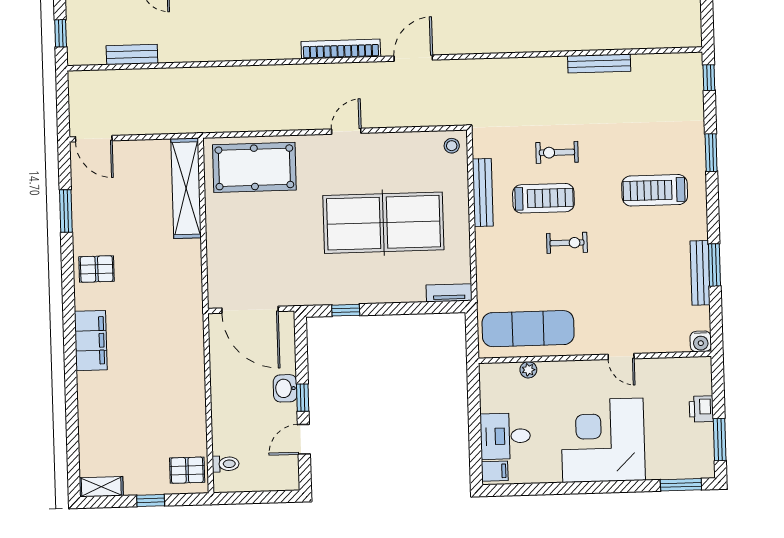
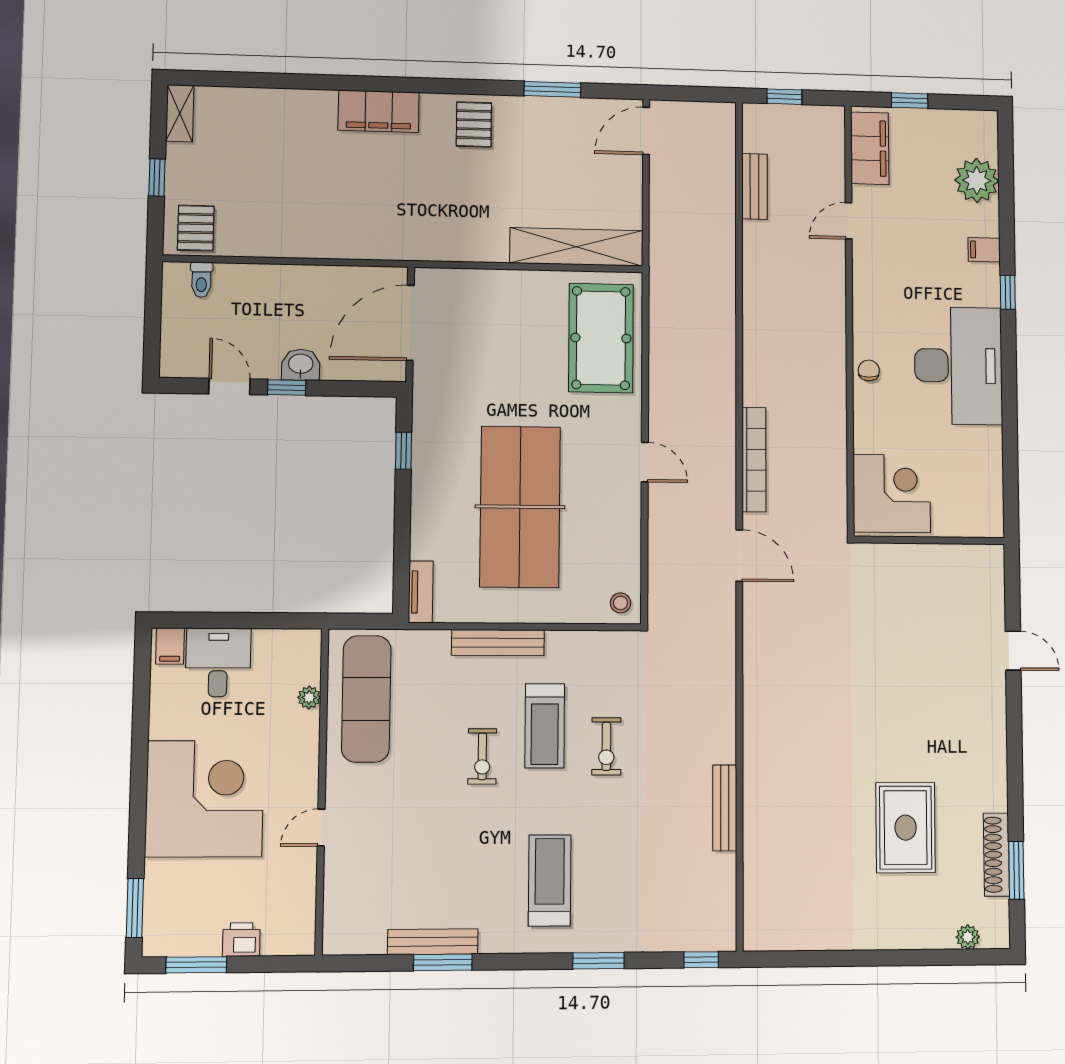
exercise bike: (557, 152) -> (606, 746), turned 180
bench: (483, 193) -> (498, 643), moved
water cooler: (701, 341) -> (337, 941), removed

